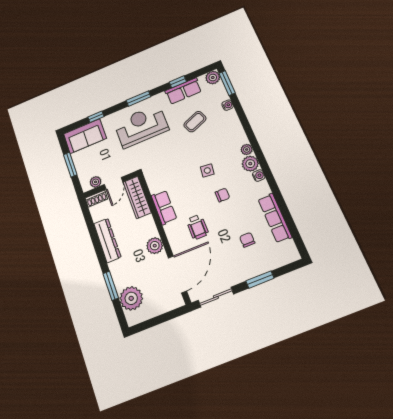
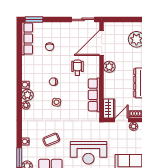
wardrobe: (137, 197) -> (109, 108), width x0.67
row of seats: (164, 207) -> (94, 95), width x1.48
row of seats: (275, 218) -> (27, 38), moved
window: (260, 280) -> (34, 19), moved

